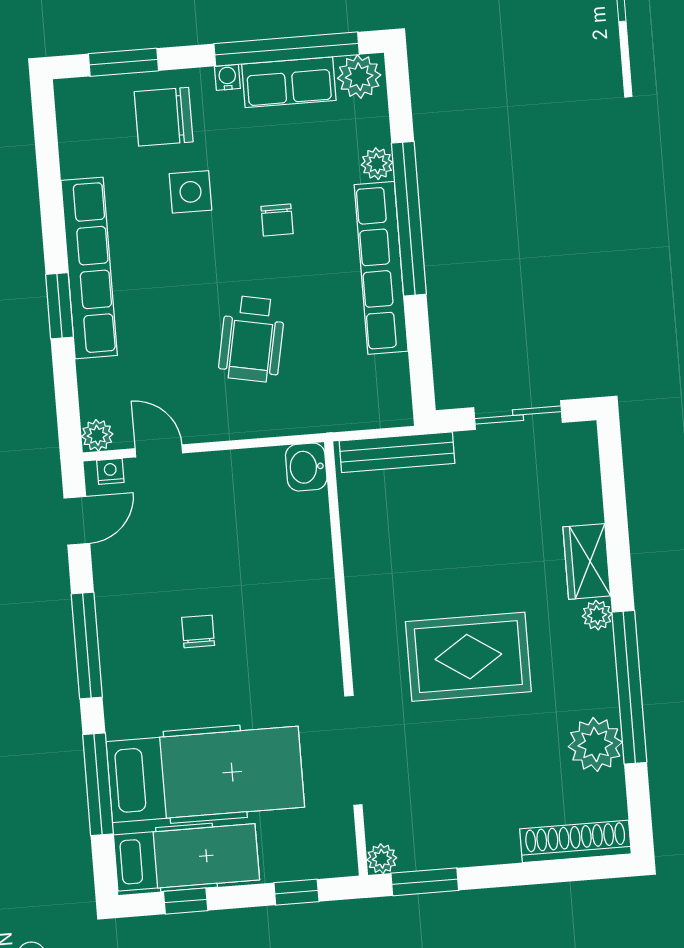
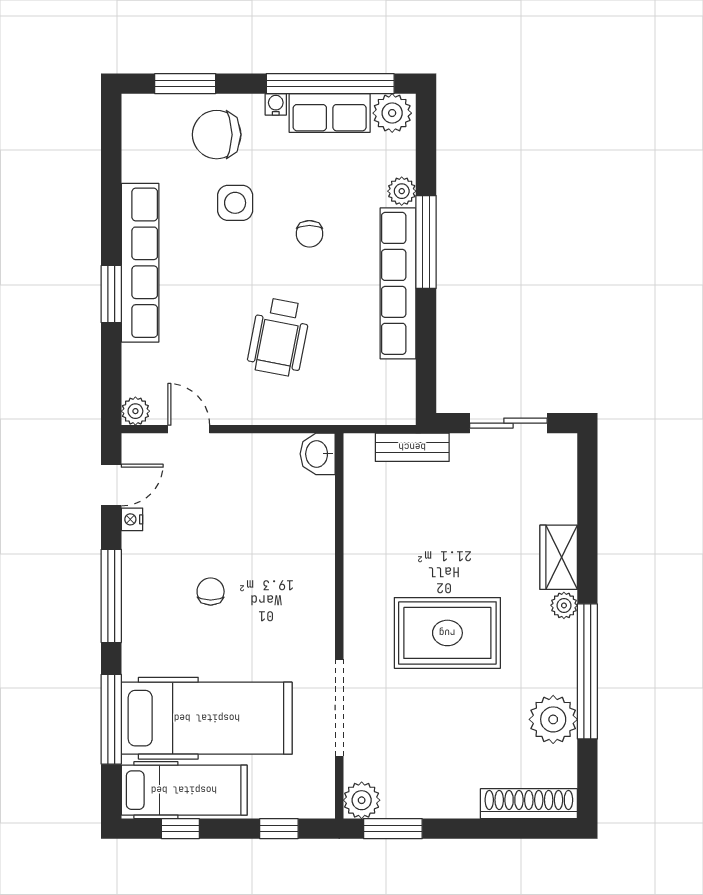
window: (409, 219) -> (426, 242), width x0.68
bench: (397, 452) -> (412, 447), width x0.73
nightstand: (110, 471) -> (132, 519), moved, turned -90
plant: (382, 859) -> (362, 800), width x1.38, depth x1.38

